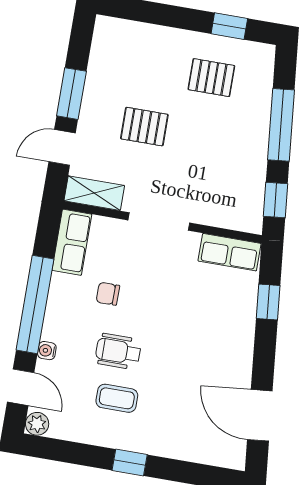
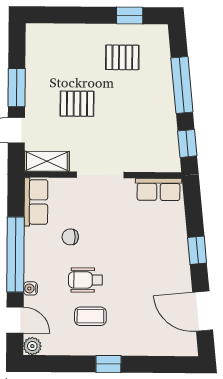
window: (268, 302) -> (197, 250), moved

